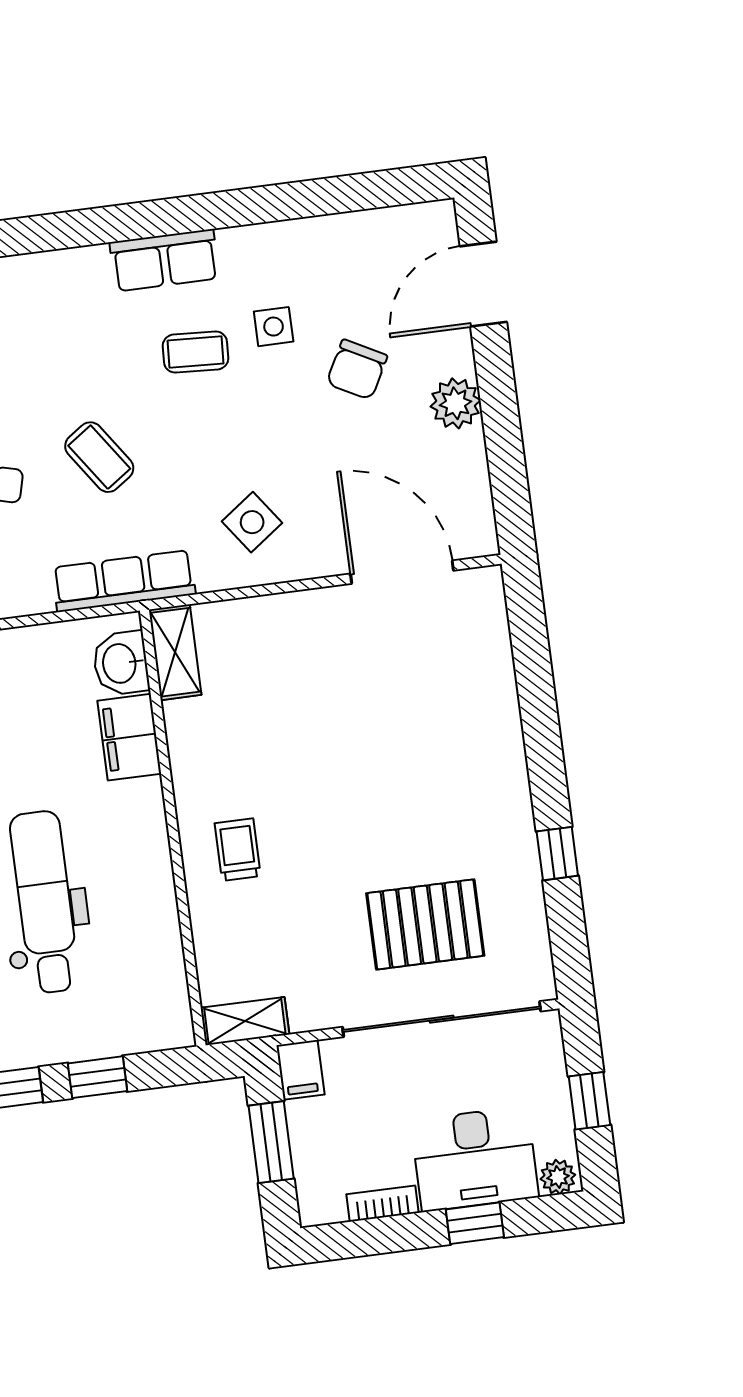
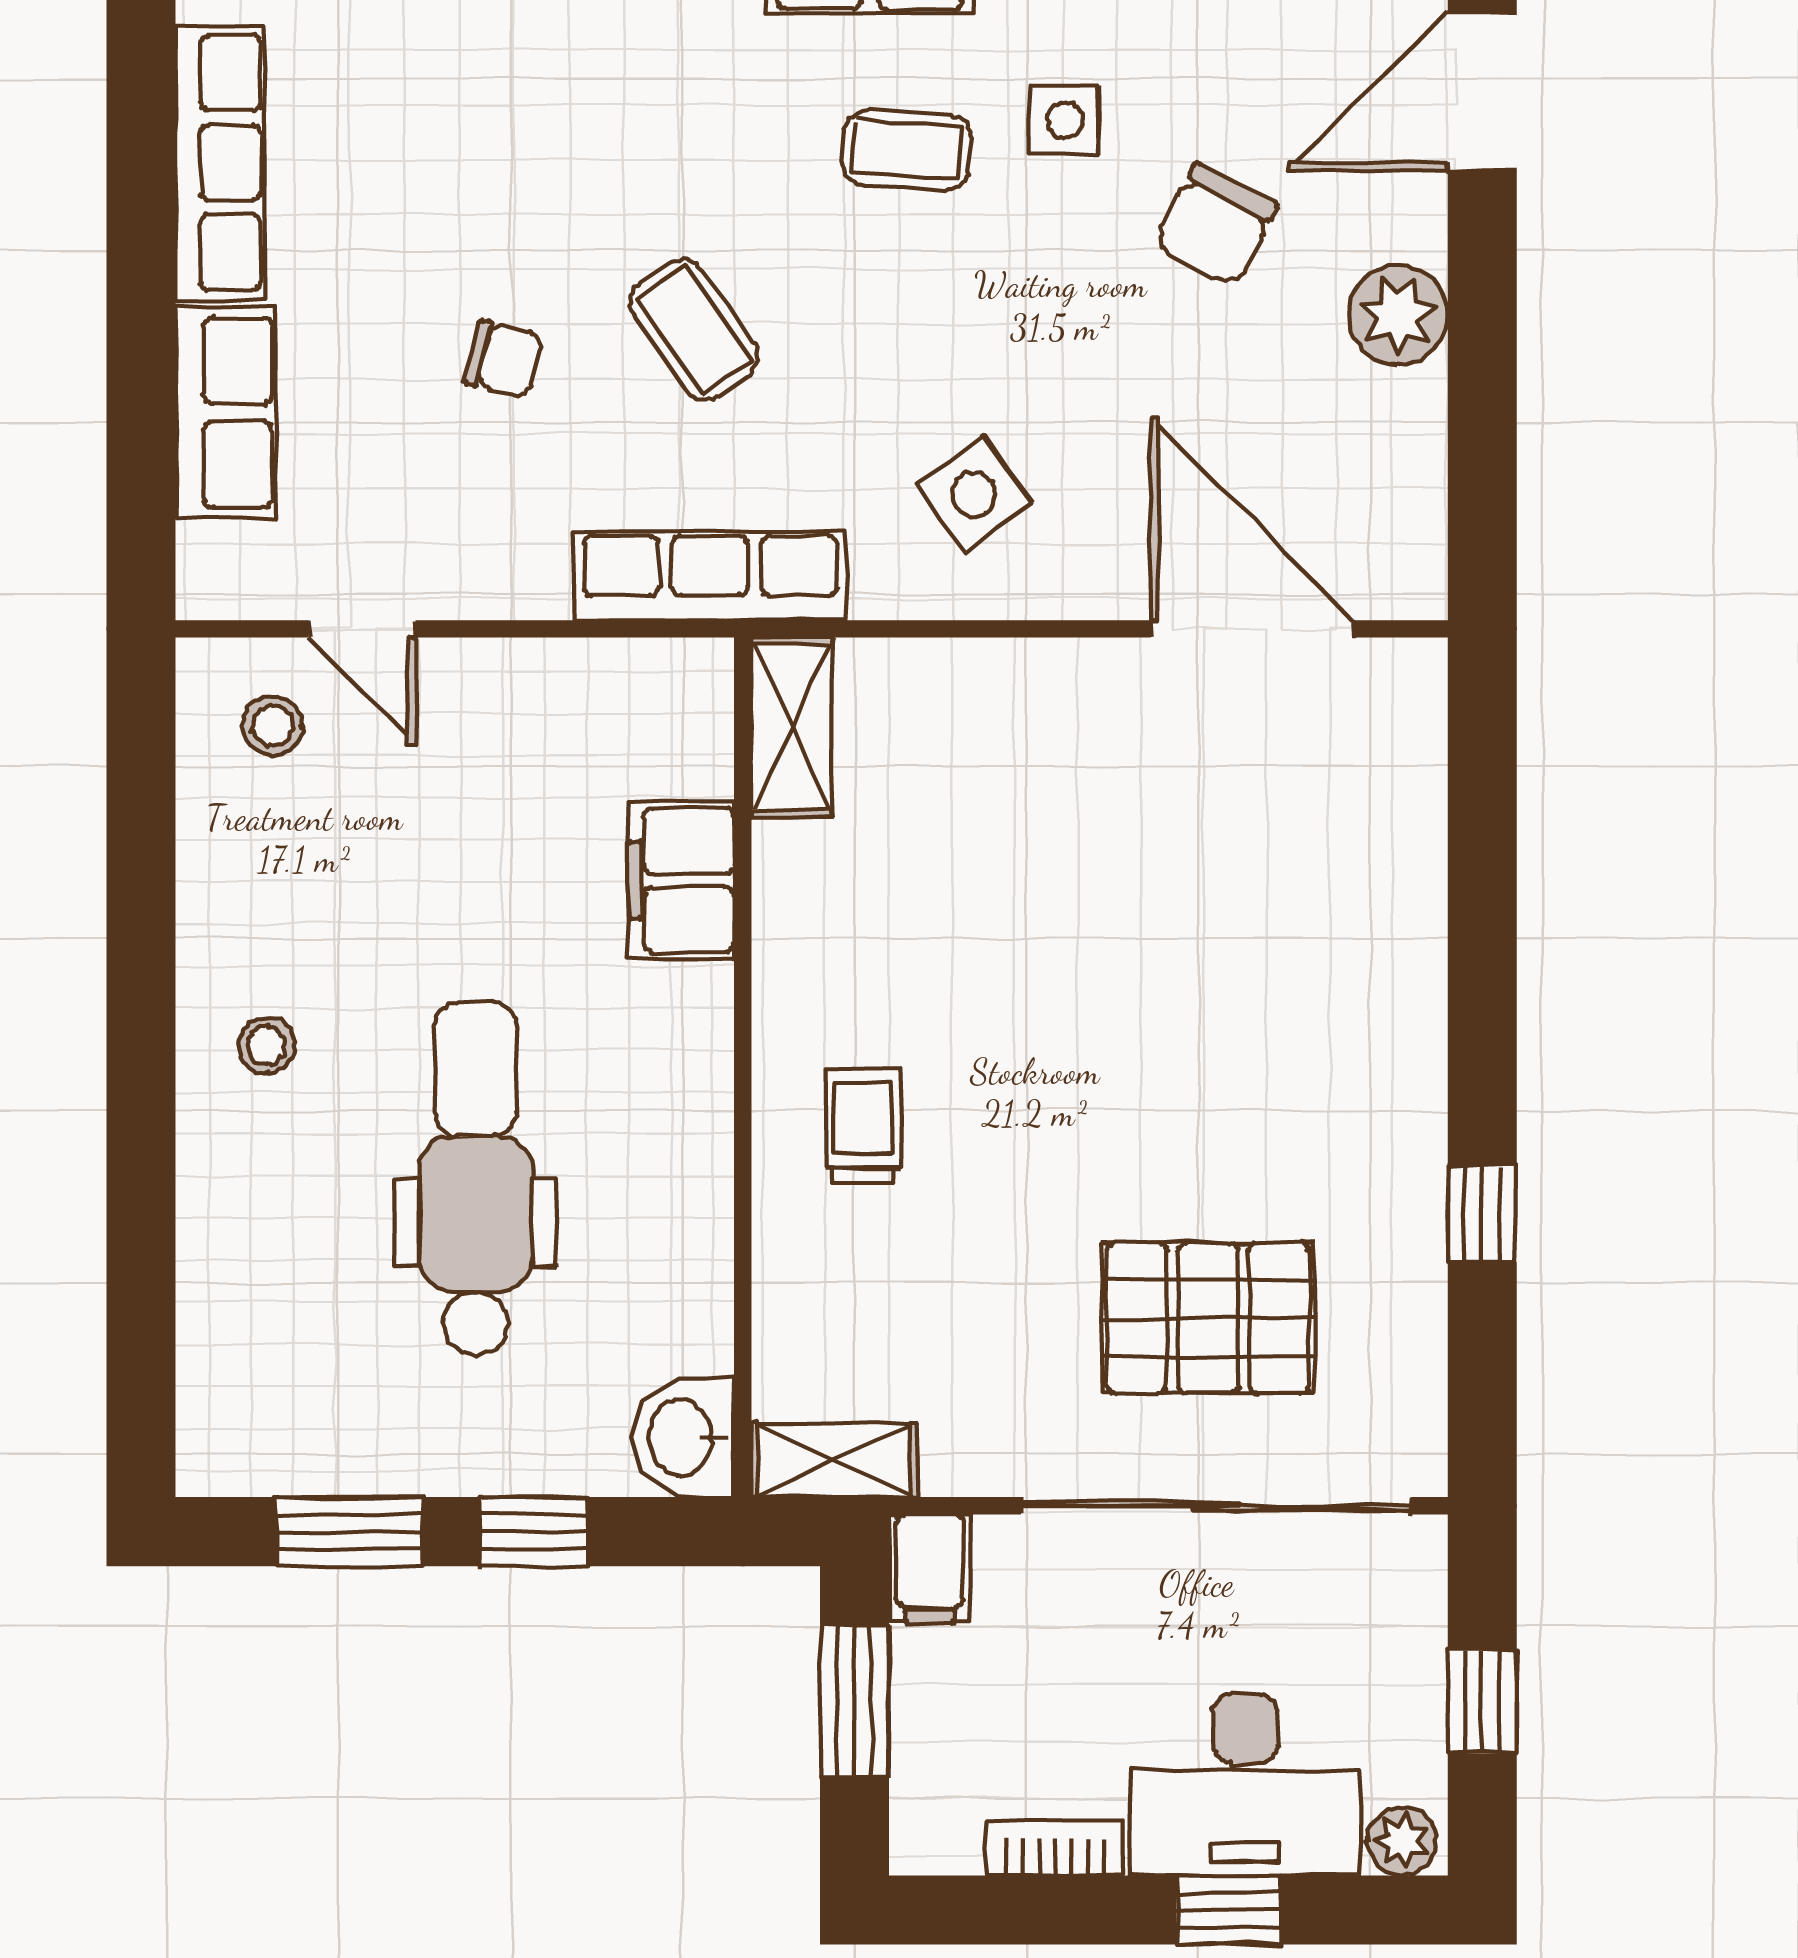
washbasin: (121, 663) -> (684, 1438), moved

